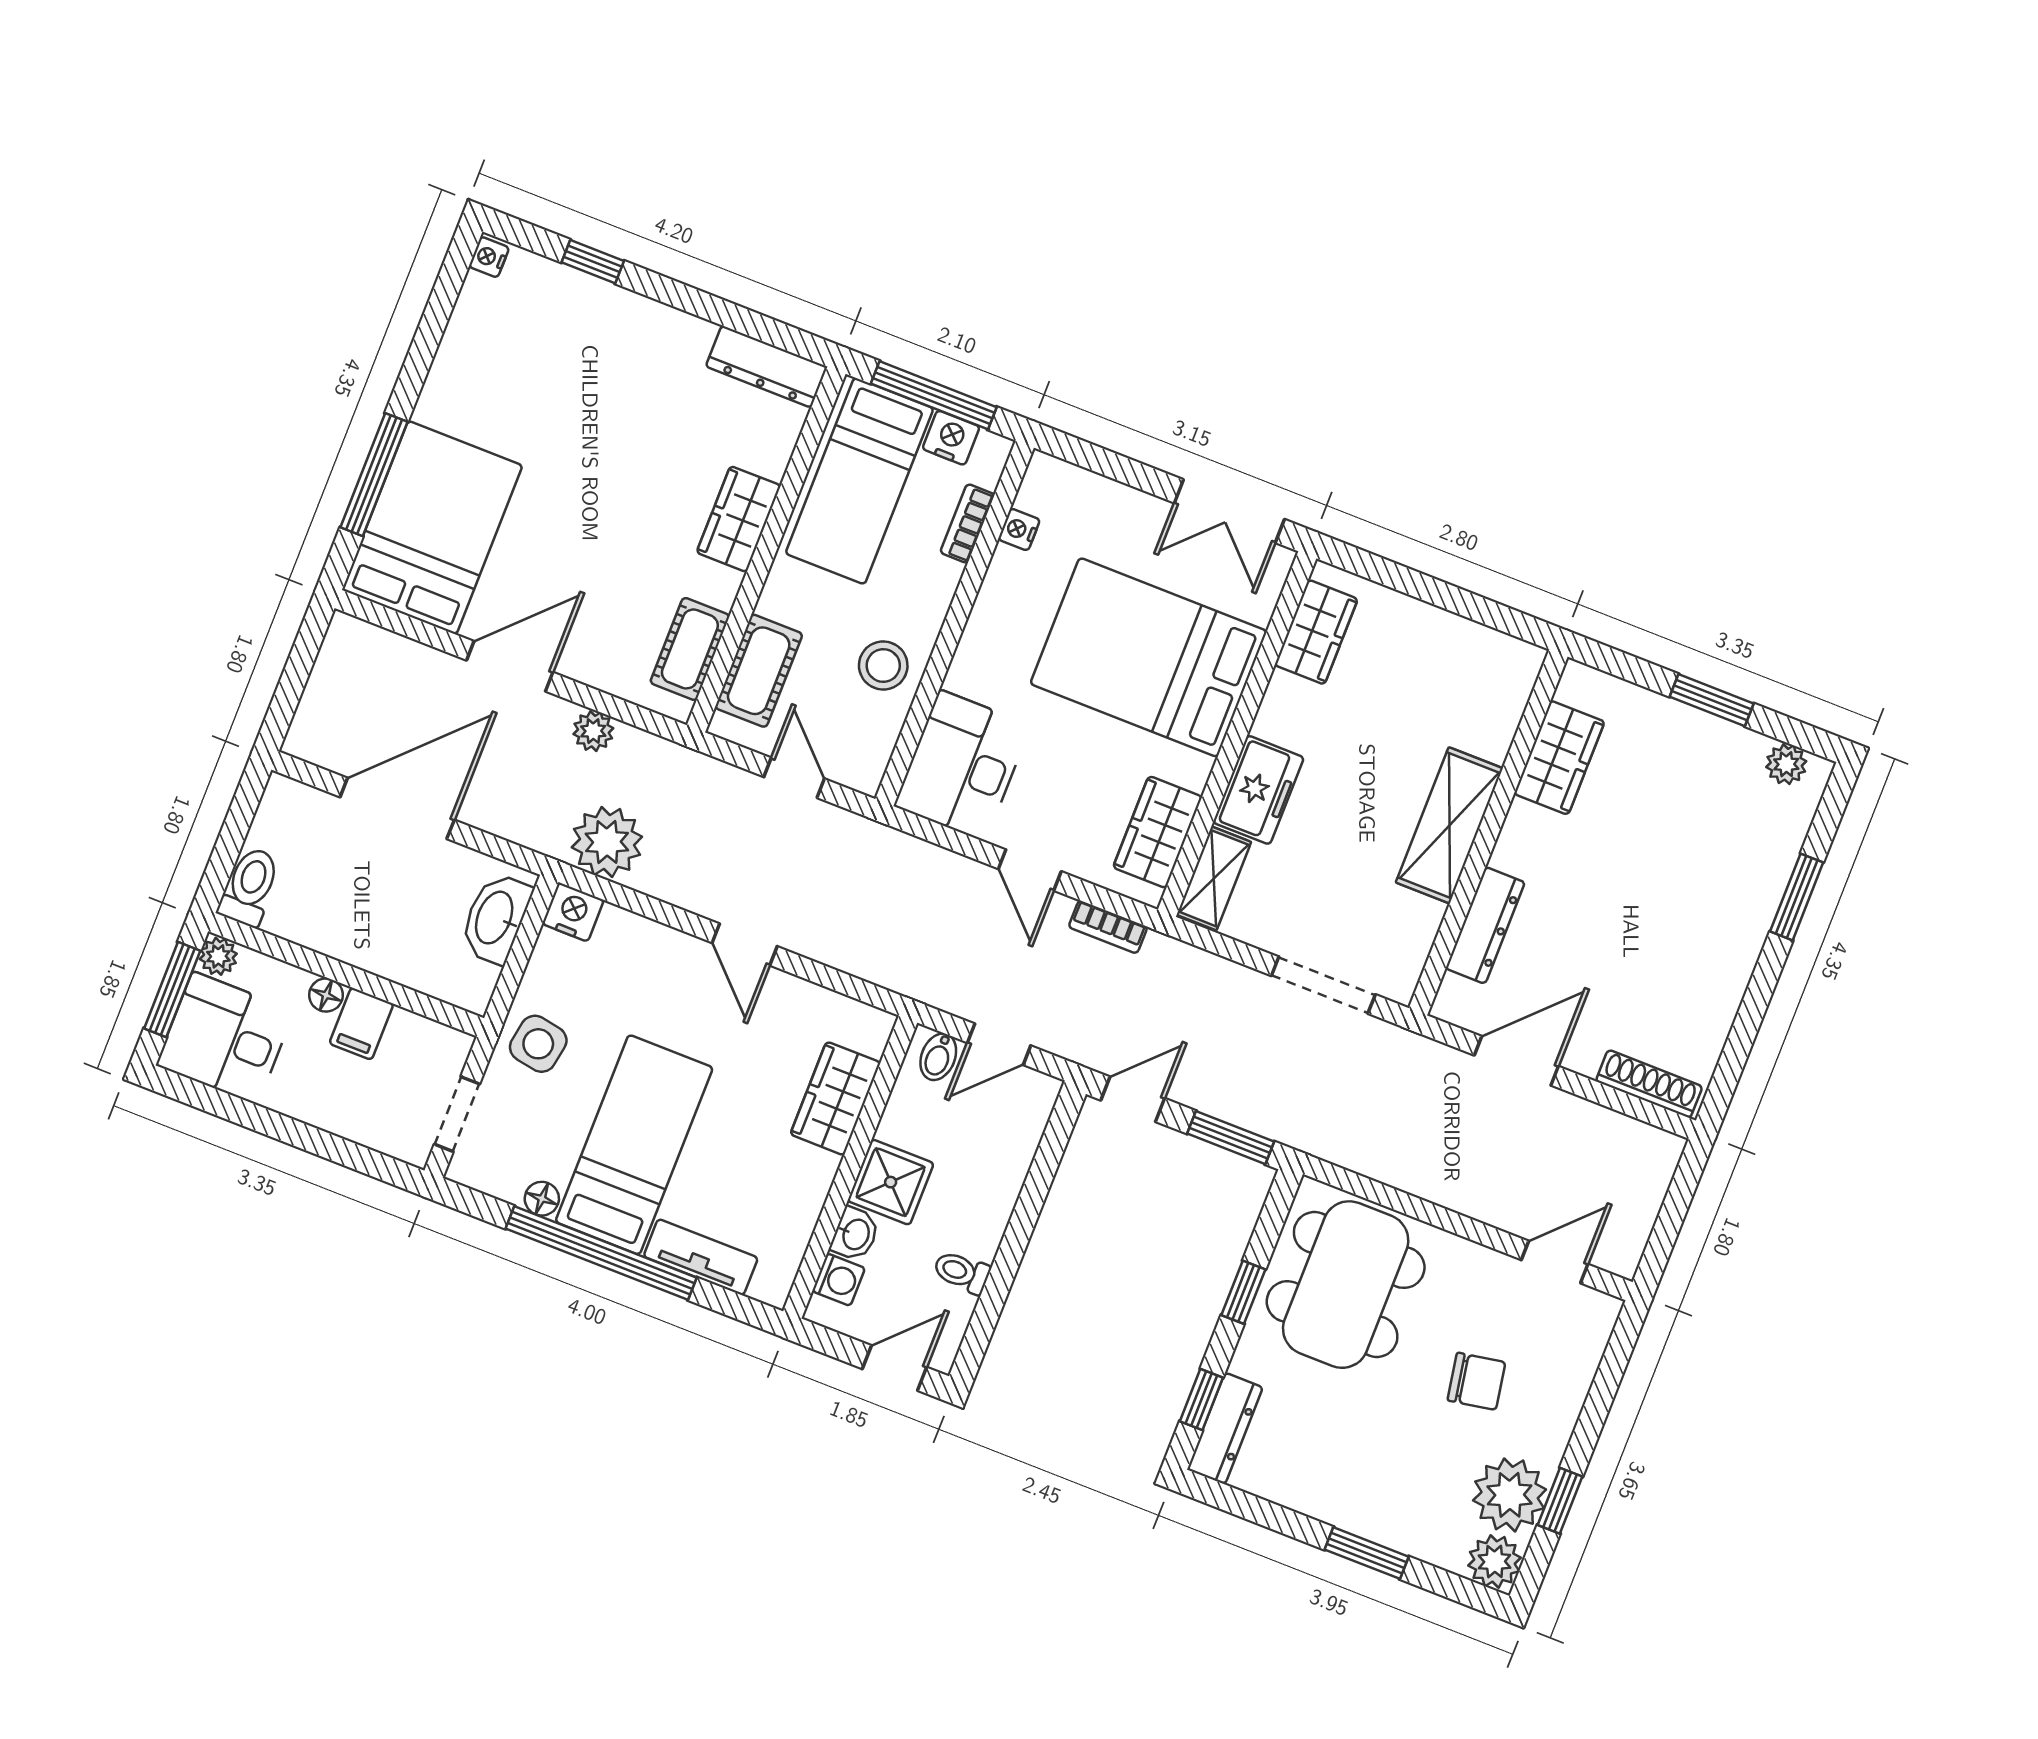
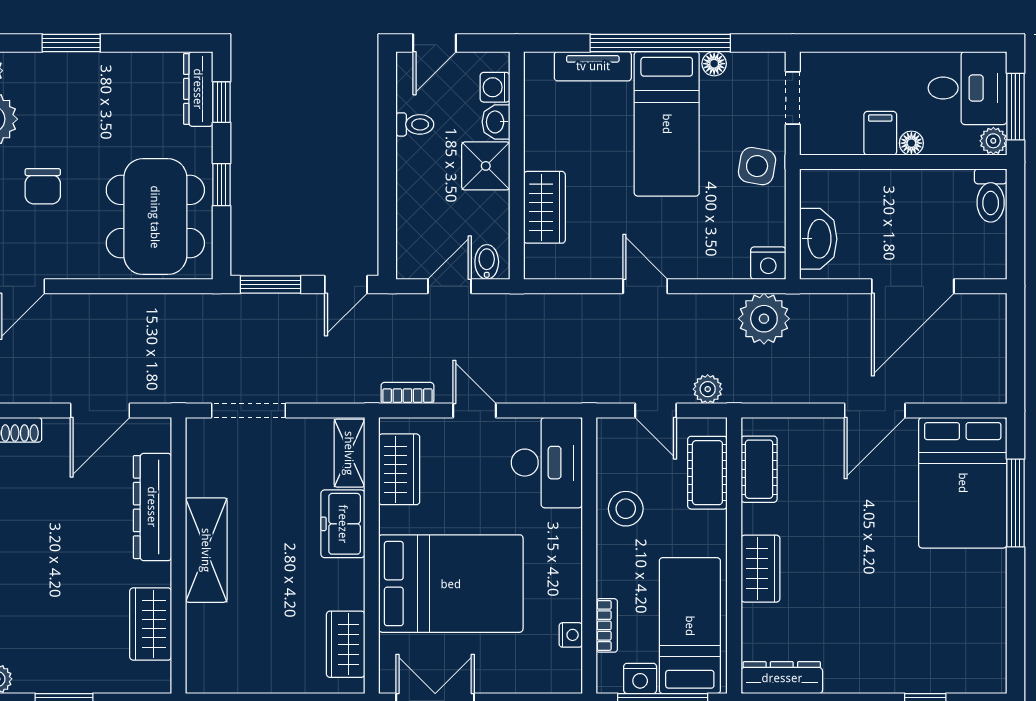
nightstand: (489, 257) -> (996, 678), removed
plant: (593, 731) -> (708, 389), moved
dresser: (1485, 925) -> (152, 507), width x1.37, depth x1.24
chair: (1476, 1381) -> (43, 186), turned -80

